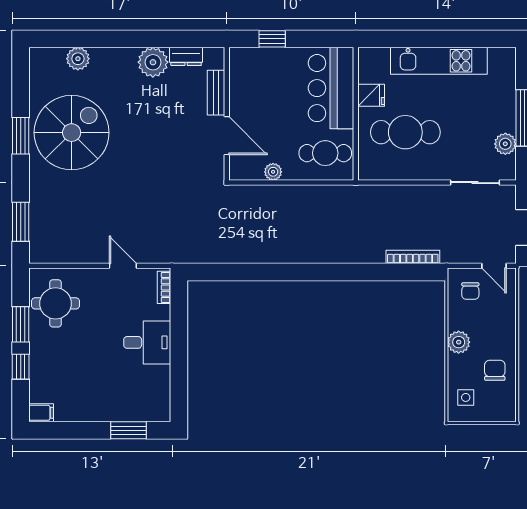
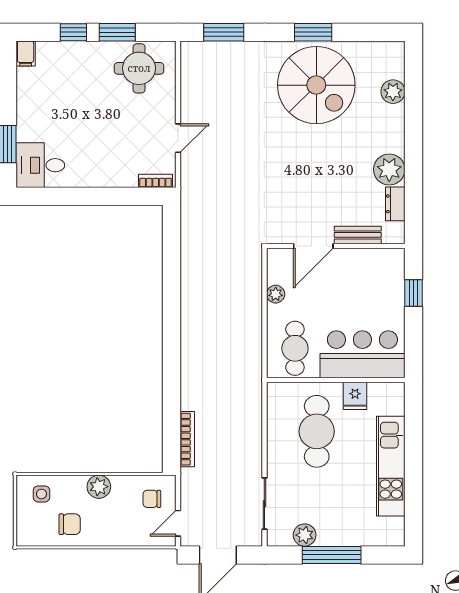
desk: (147, 342) -> (40, 165), moved, turned 90

